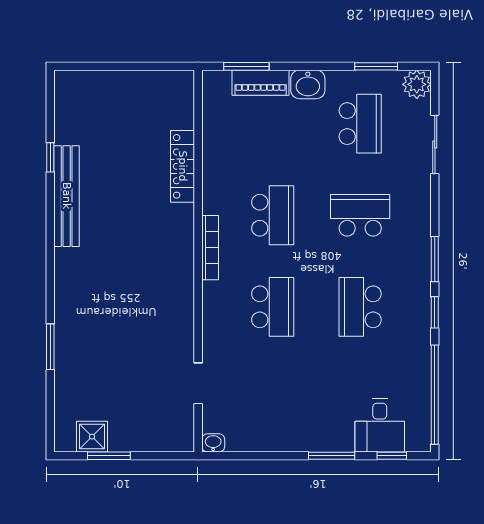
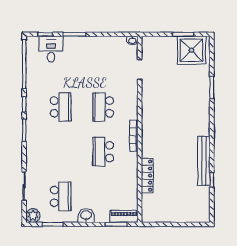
piano: (261, 83) -> (124, 216), moved
school desk: (360, 124) -> (61, 196), turned 180
school desk: (360, 215) -> (61, 152), removed
shower: (92, 437) -> (191, 50), width x1.86, depth x1.86

